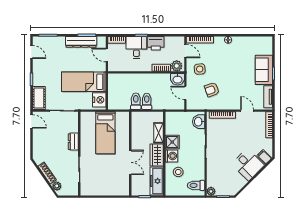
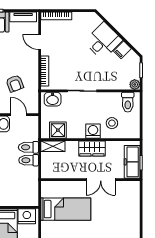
door: (185, 93) -> (19, 115), swing flipped
toilet: (136, 101) -> (28, 147), moved
door: (247, 111) -> (40, 42), hinge flipped
shelving: (159, 133) -> (53, 146), moved
shower: (172, 142) -> (58, 130), moved
filing cabinet: (264, 157) -> (122, 50), moved
double door: (130, 162) -> (101, 180), swing flipped
freezer: (157, 181) -> (132, 162), moved, turned 90

